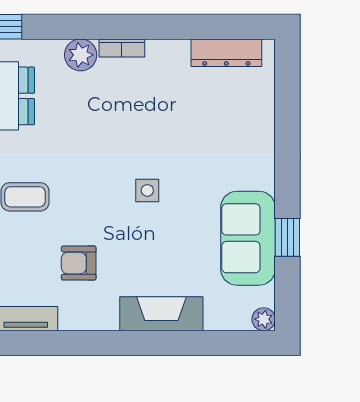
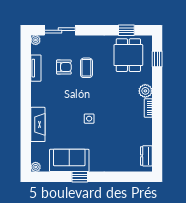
dresser: (226, 53) -> (146, 156), width x0.70
window: (287, 237) -> (80, 177), moved
armchair: (79, 263) -> (64, 67), moved, turned 90

